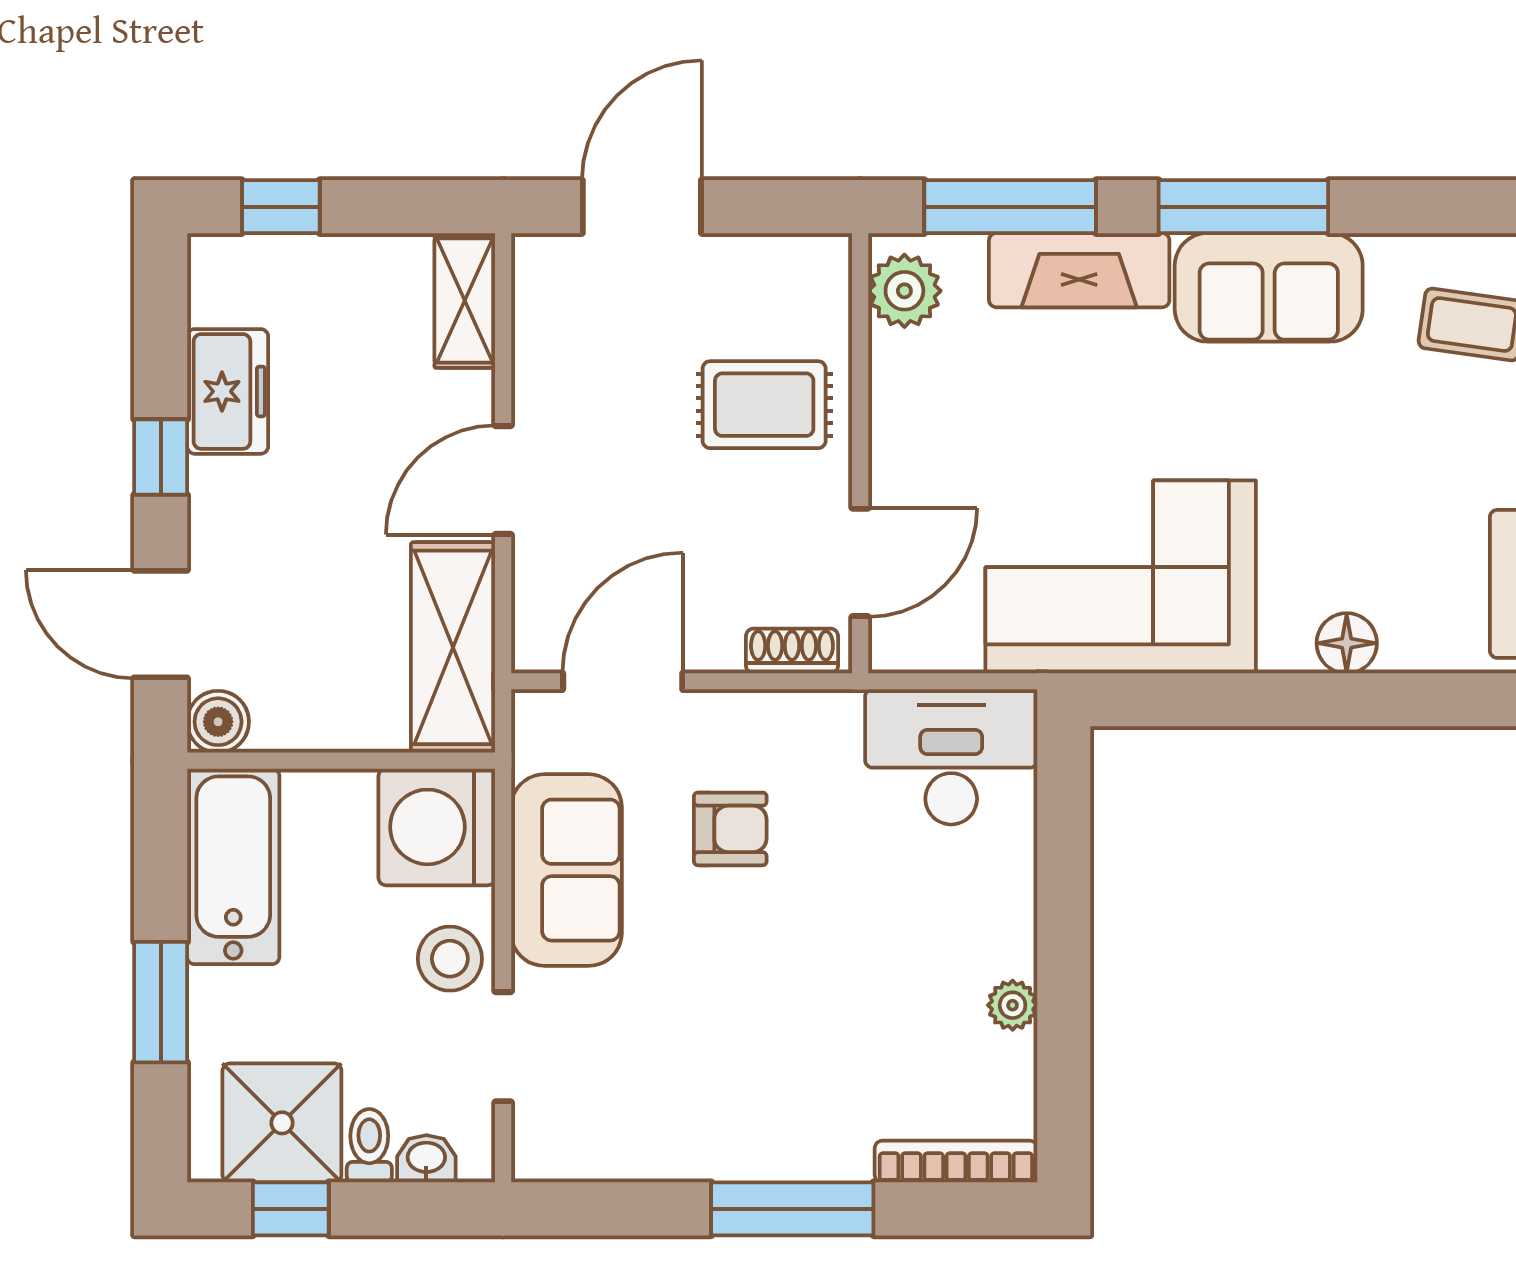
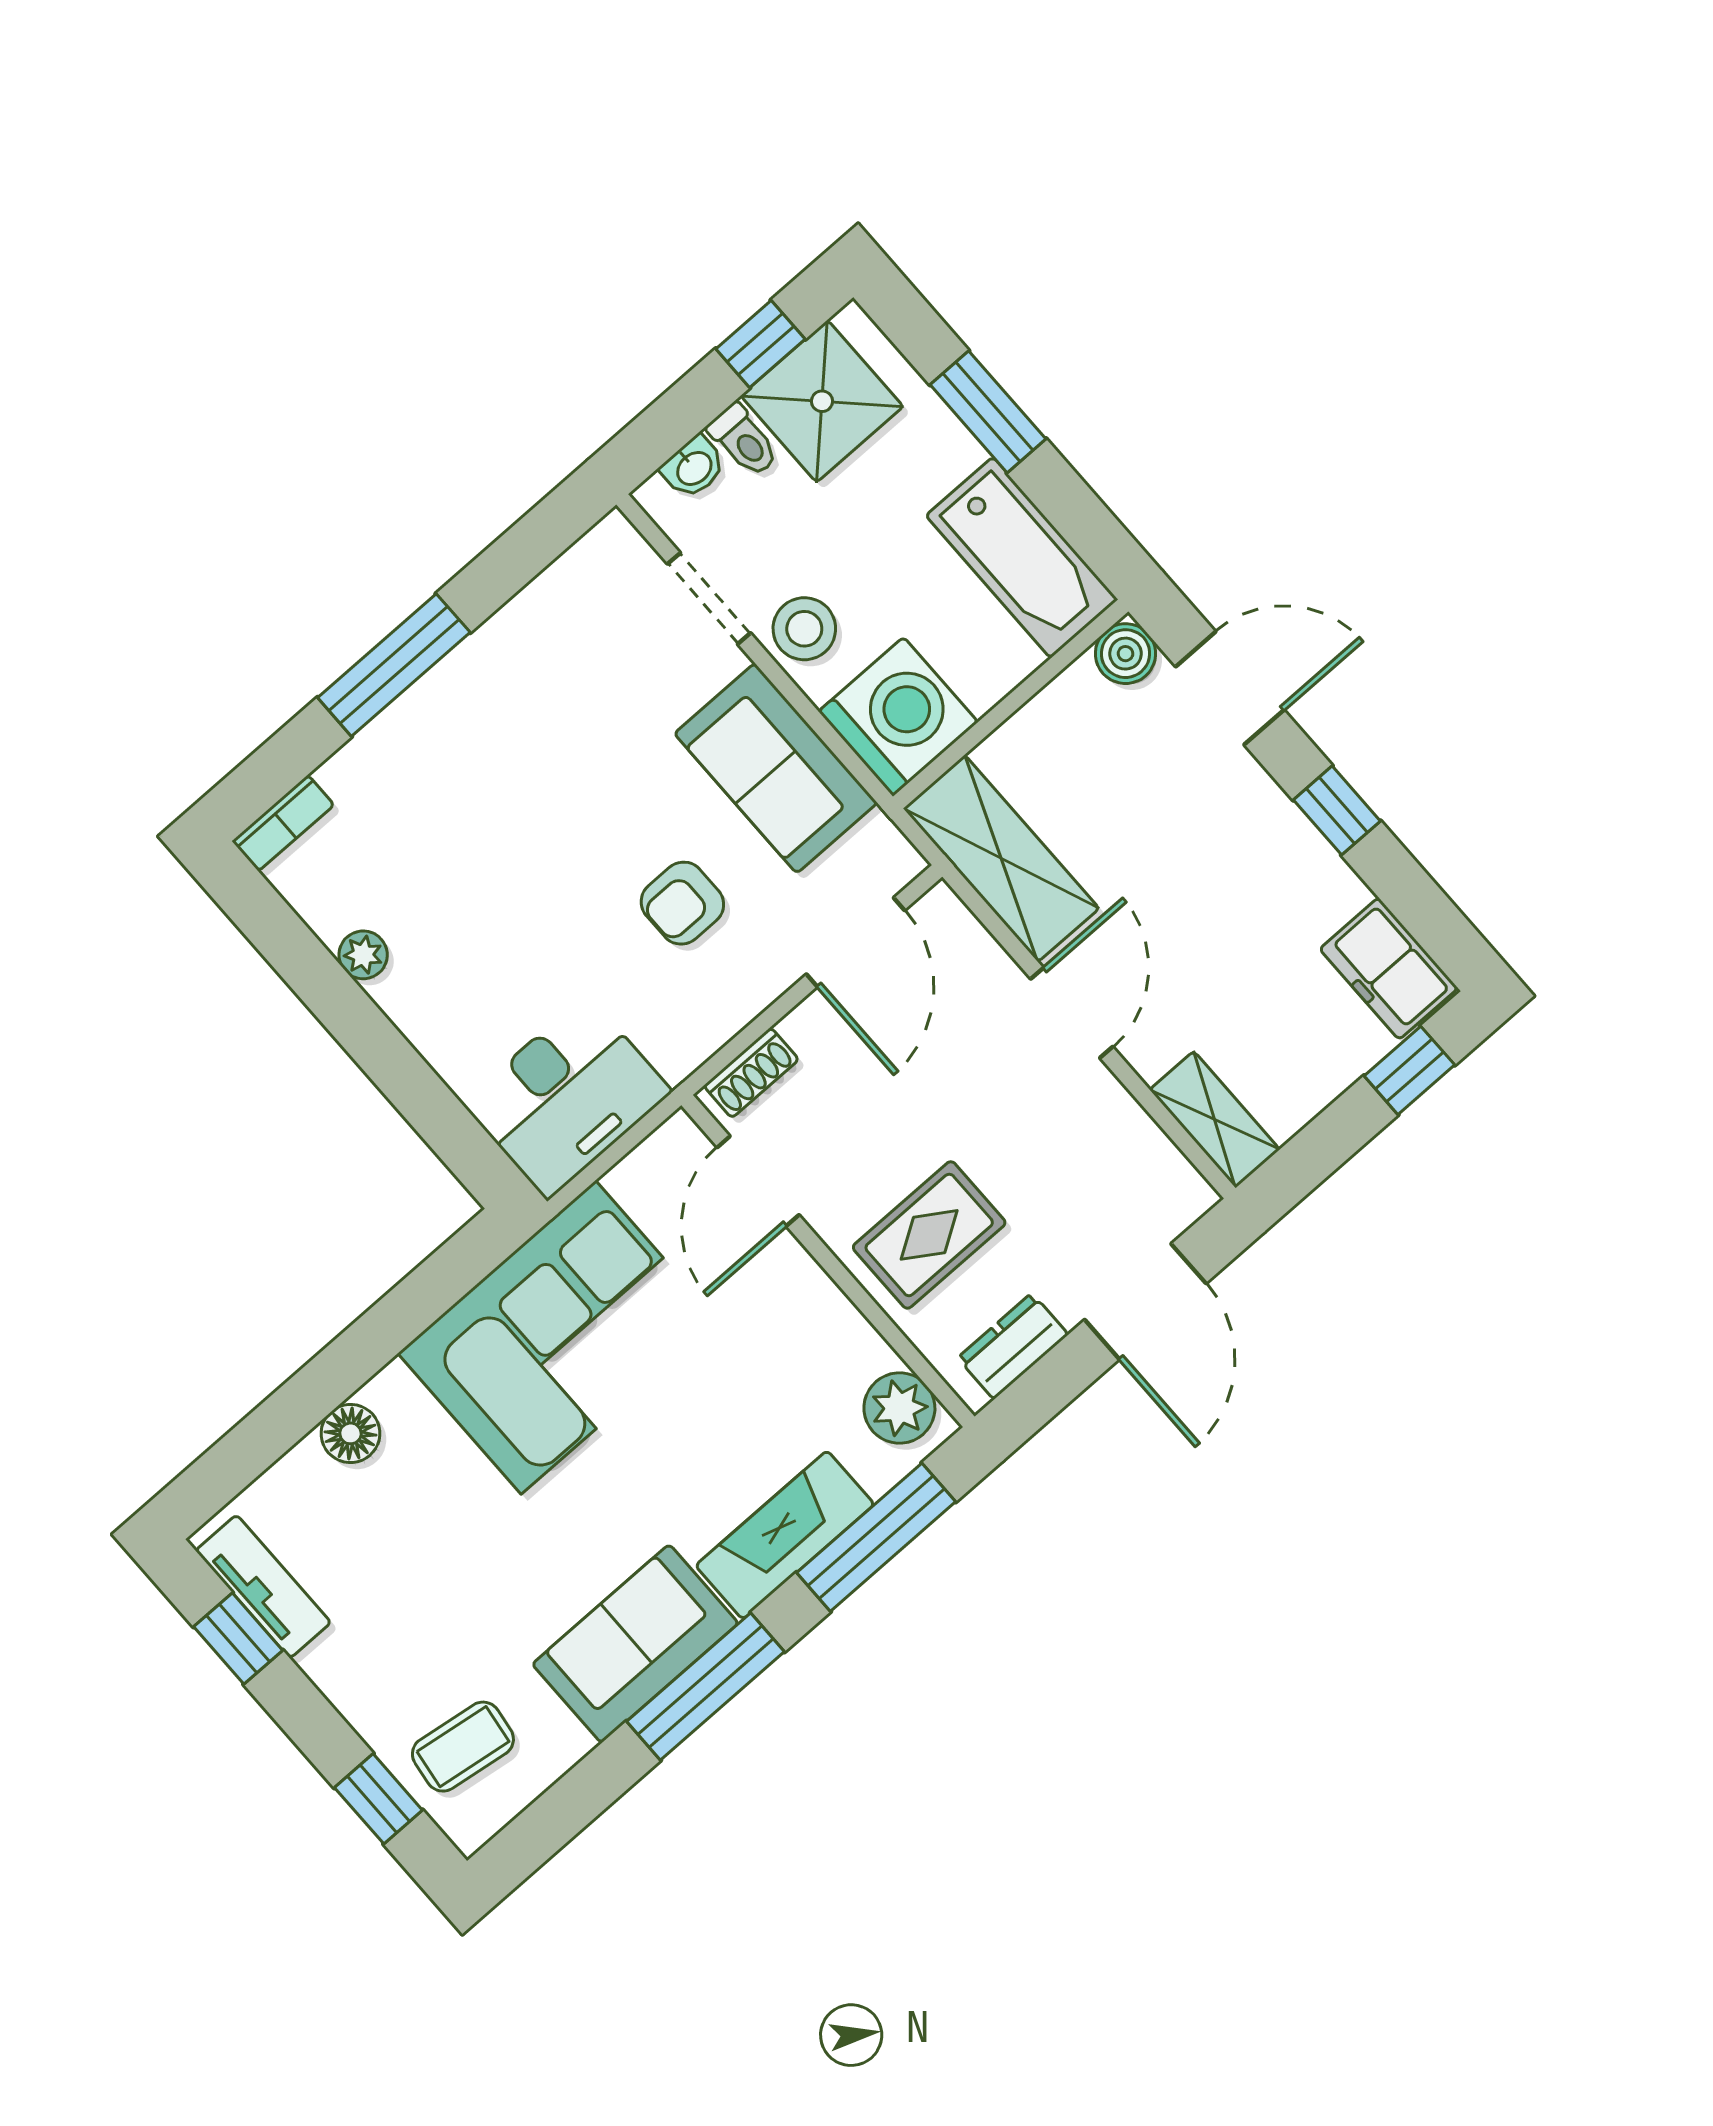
dresser: (775, 262) -> (1013, 1346), added
freezer: (228, 391) -> (1389, 969), moved
bookcase: (956, 1162) -> (283, 823), width x0.64

